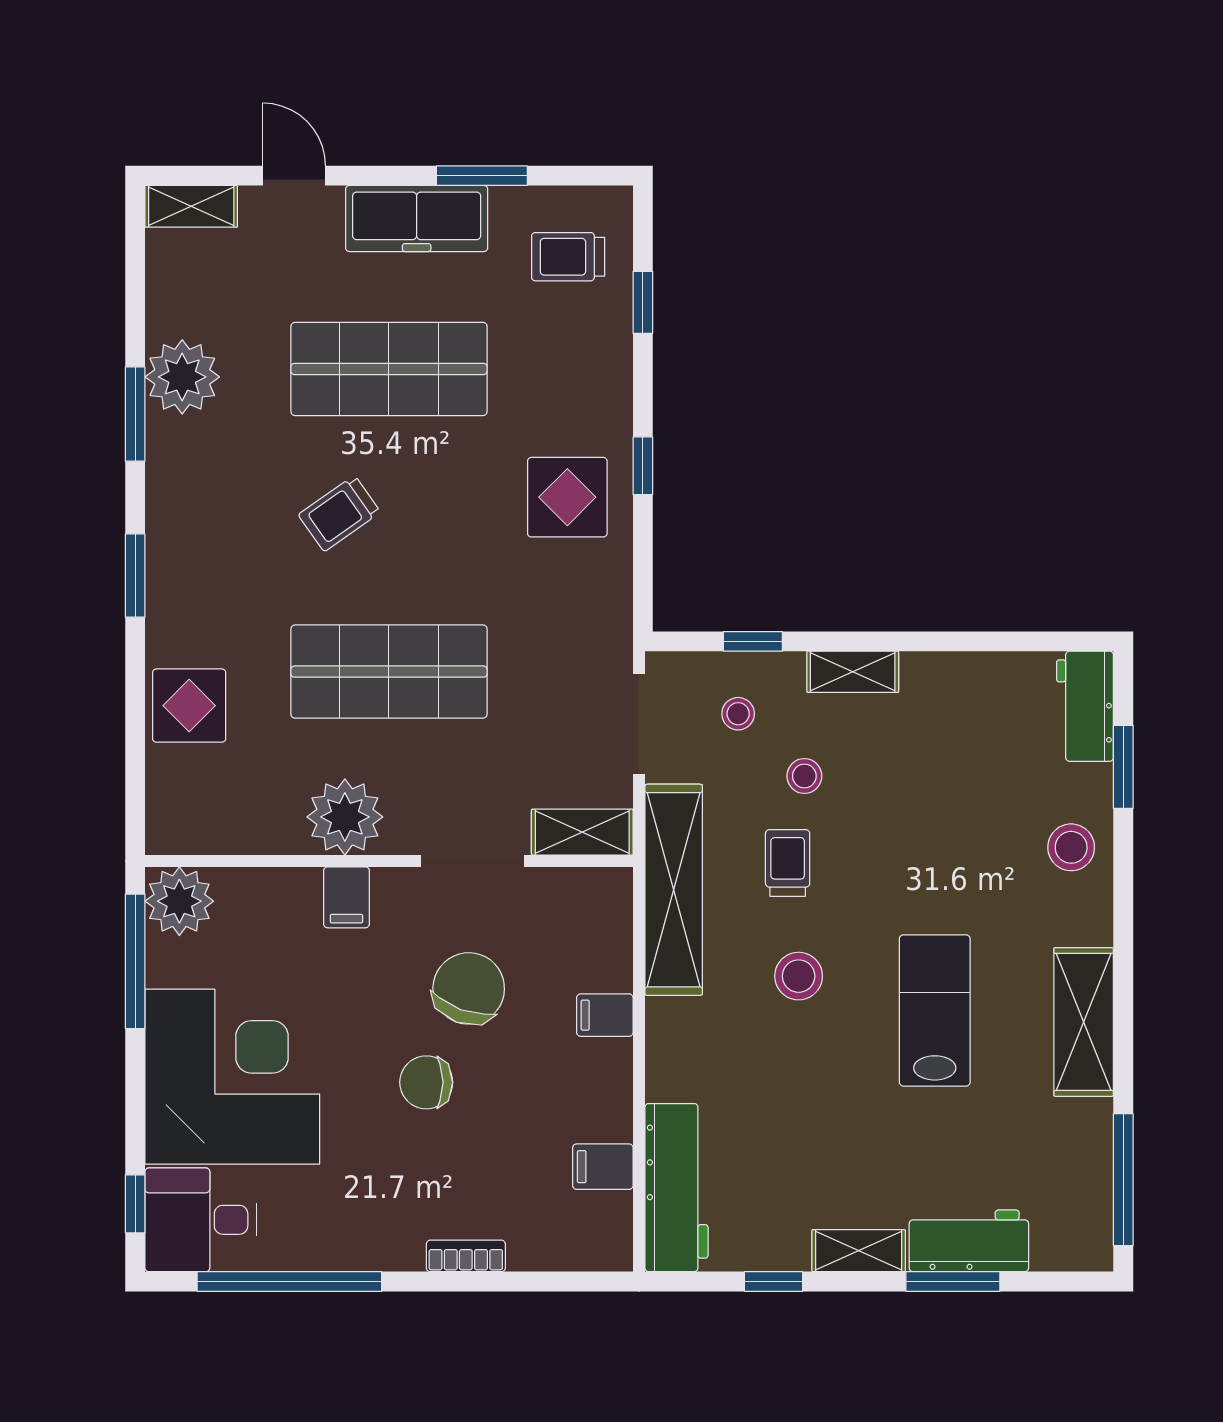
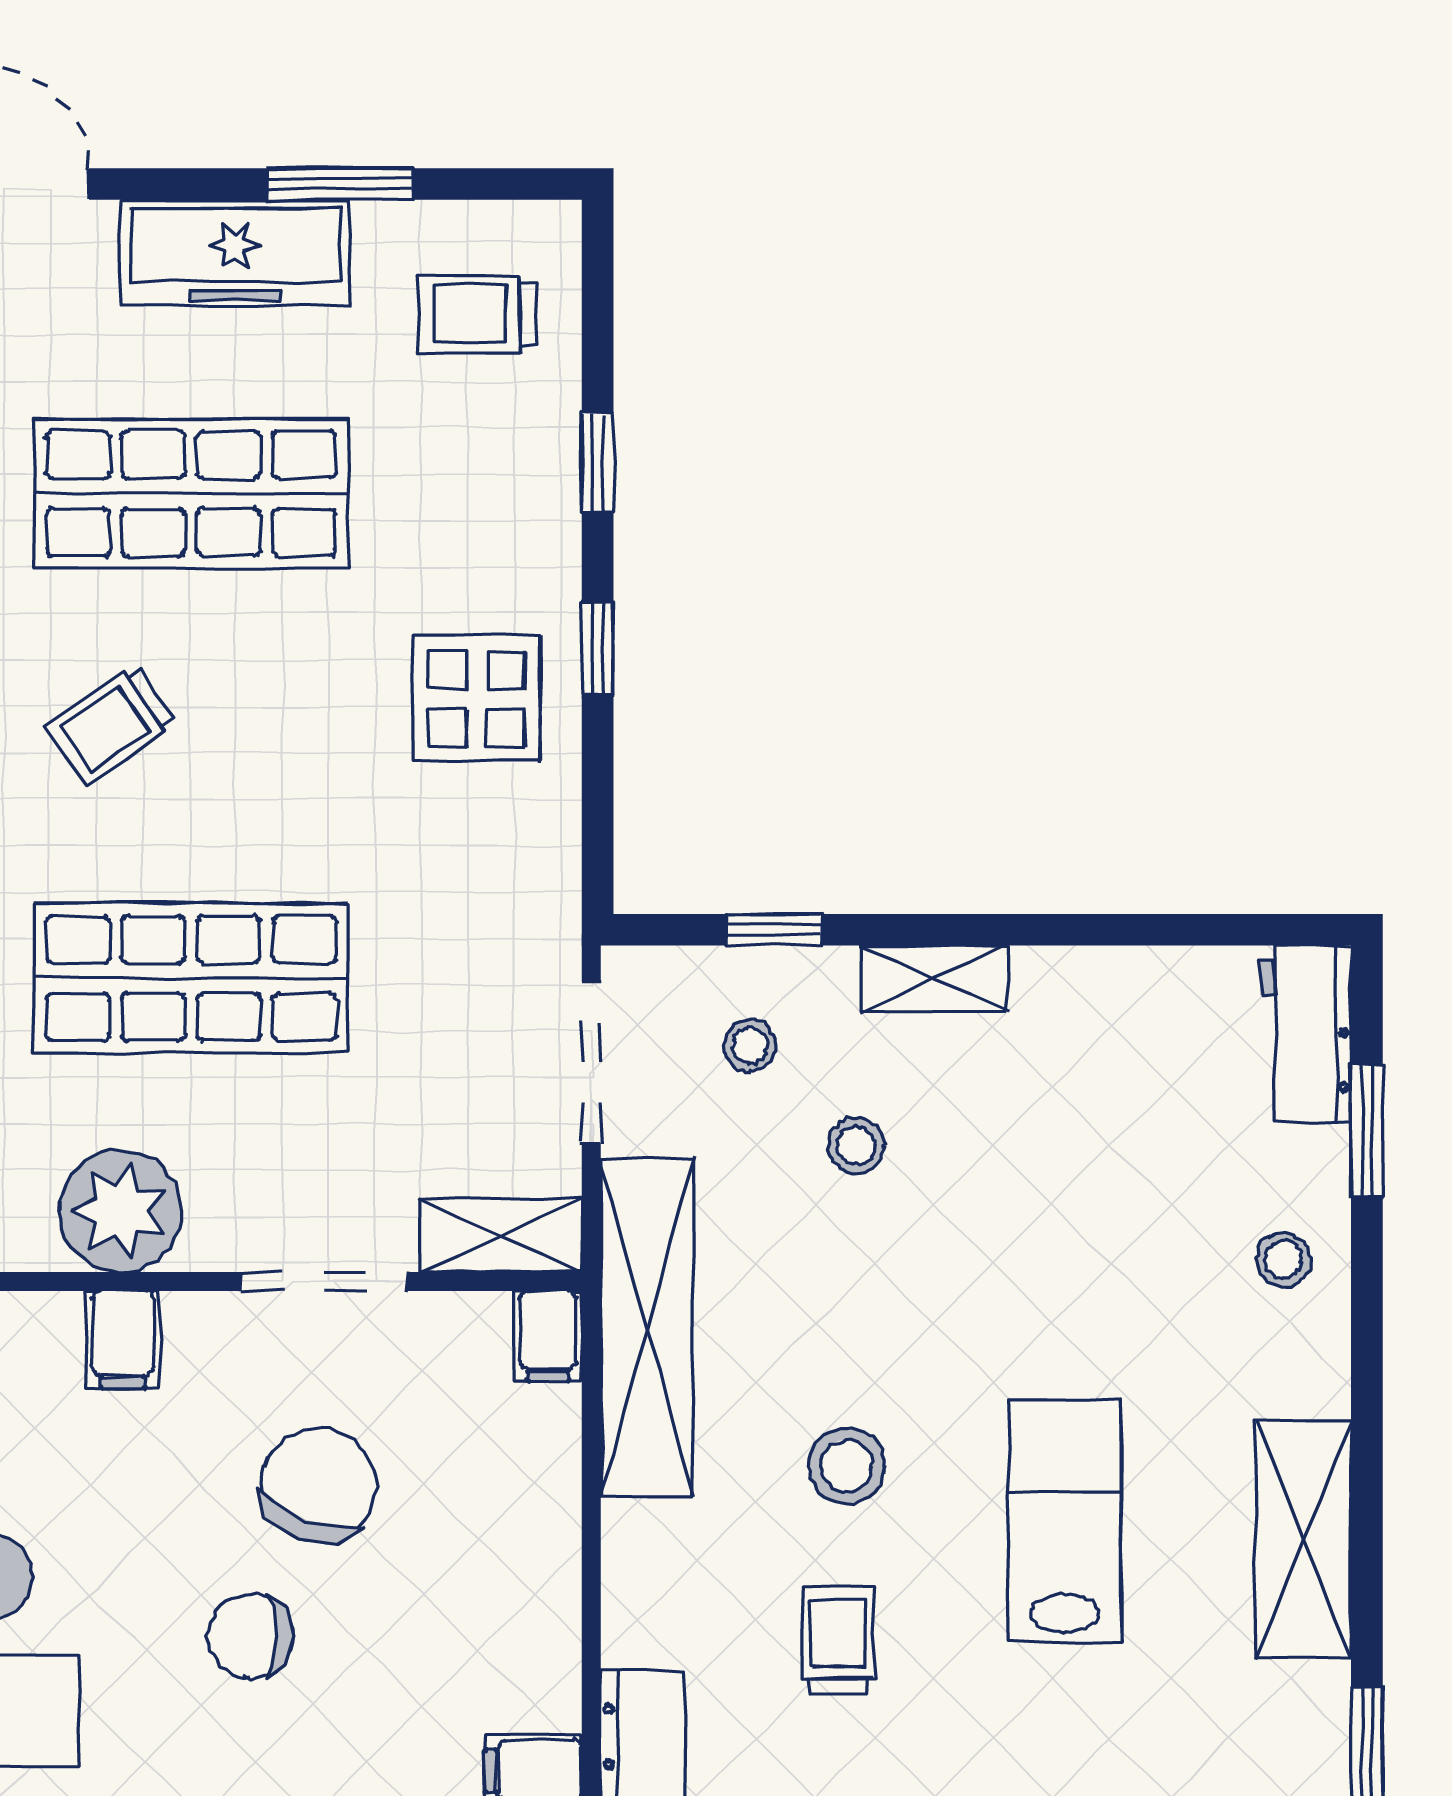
window: (643, 302) -> (598, 463), moved
stool: (1071, 847) -> (1283, 1260), width x0.73, depth x0.73
trolley: (788, 863) -> (838, 1640), moved
filing cabinet: (605, 1015) -> (548, 1336), moved, turned -90

